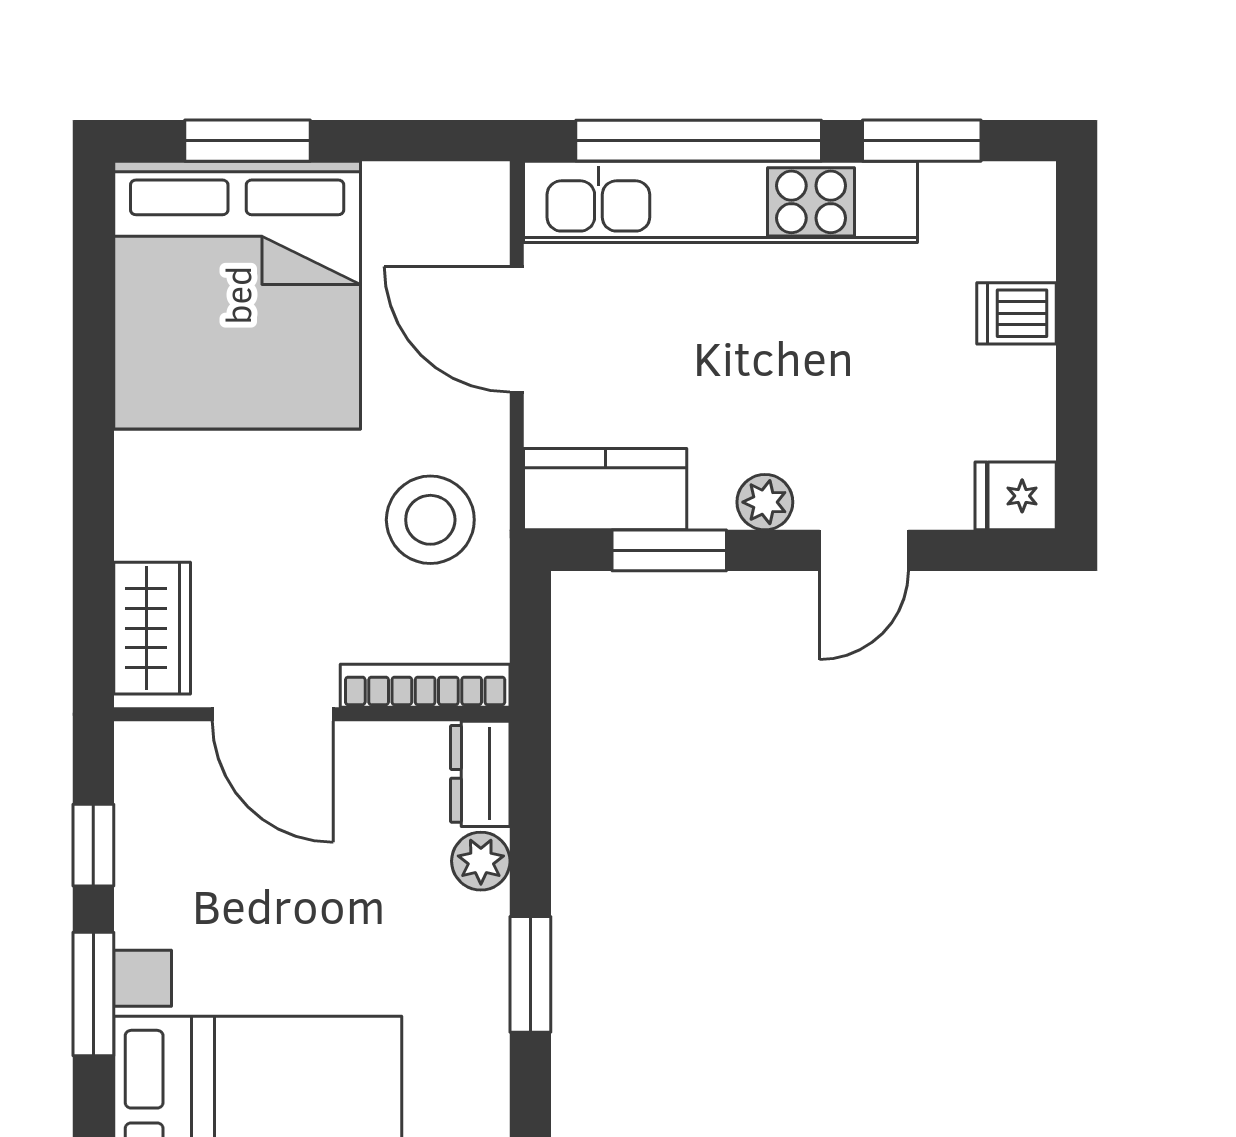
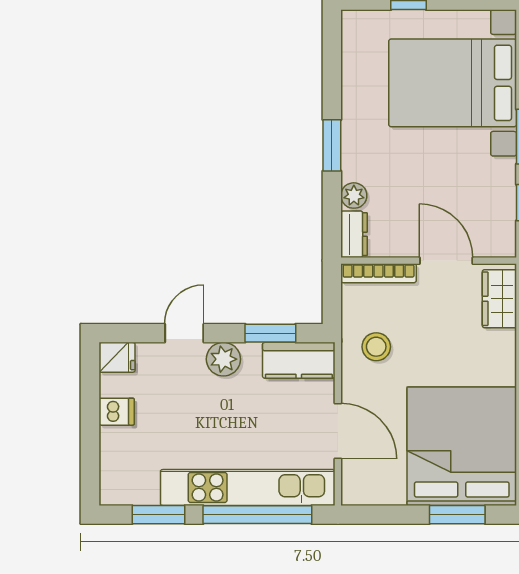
dishwasher: (1016, 313) -> (117, 412), moved
plant: (765, 502) -> (223, 359), width x1.38, depth x1.38
stool: (430, 520) -> (376, 347), width x0.73, depth x0.73

